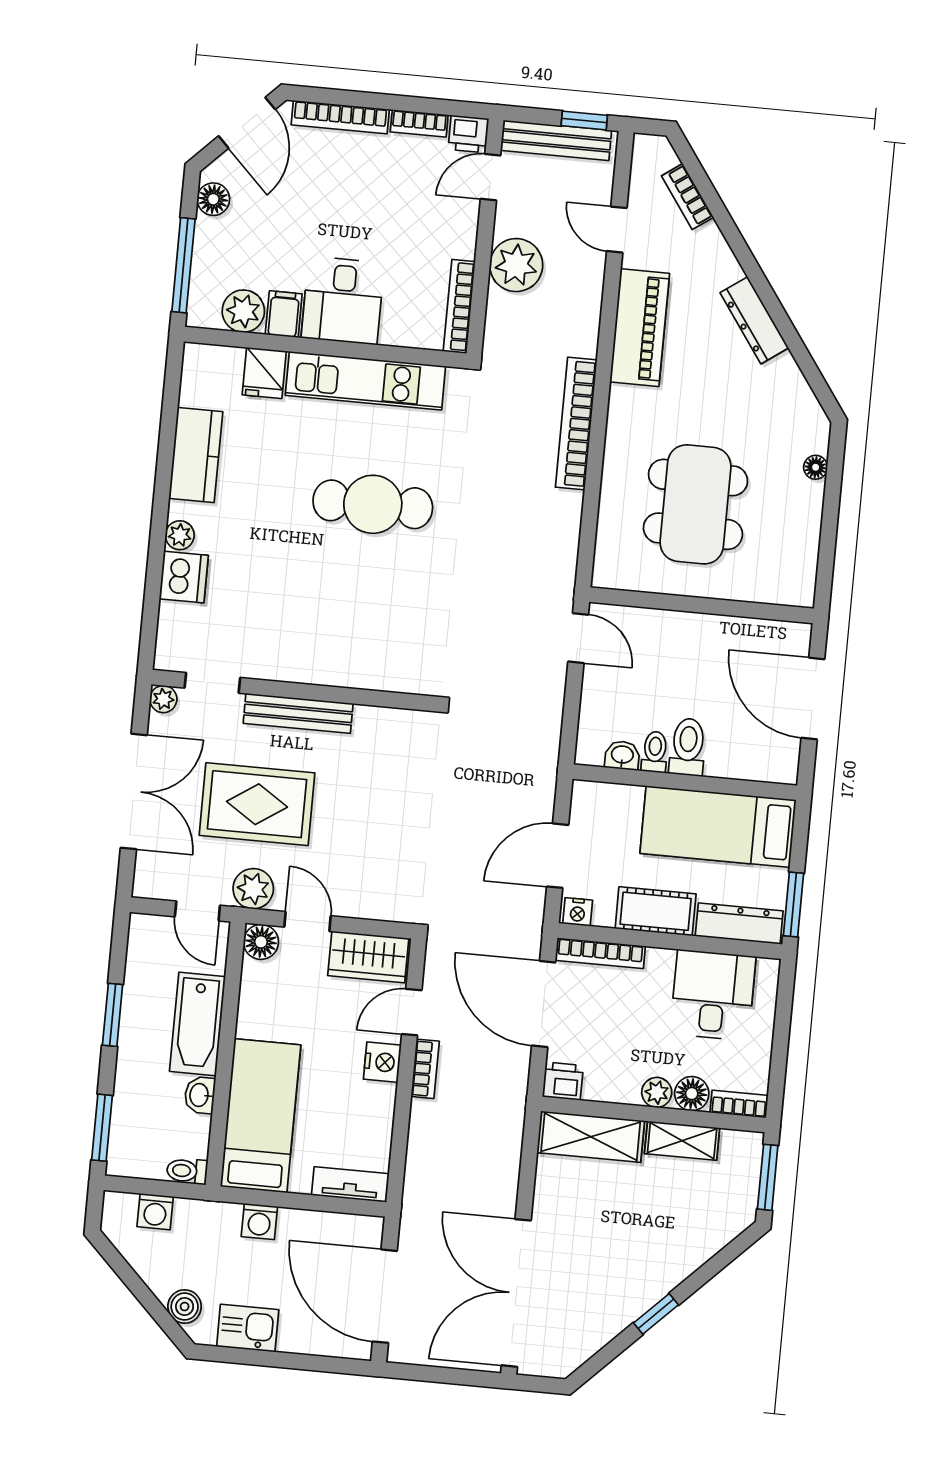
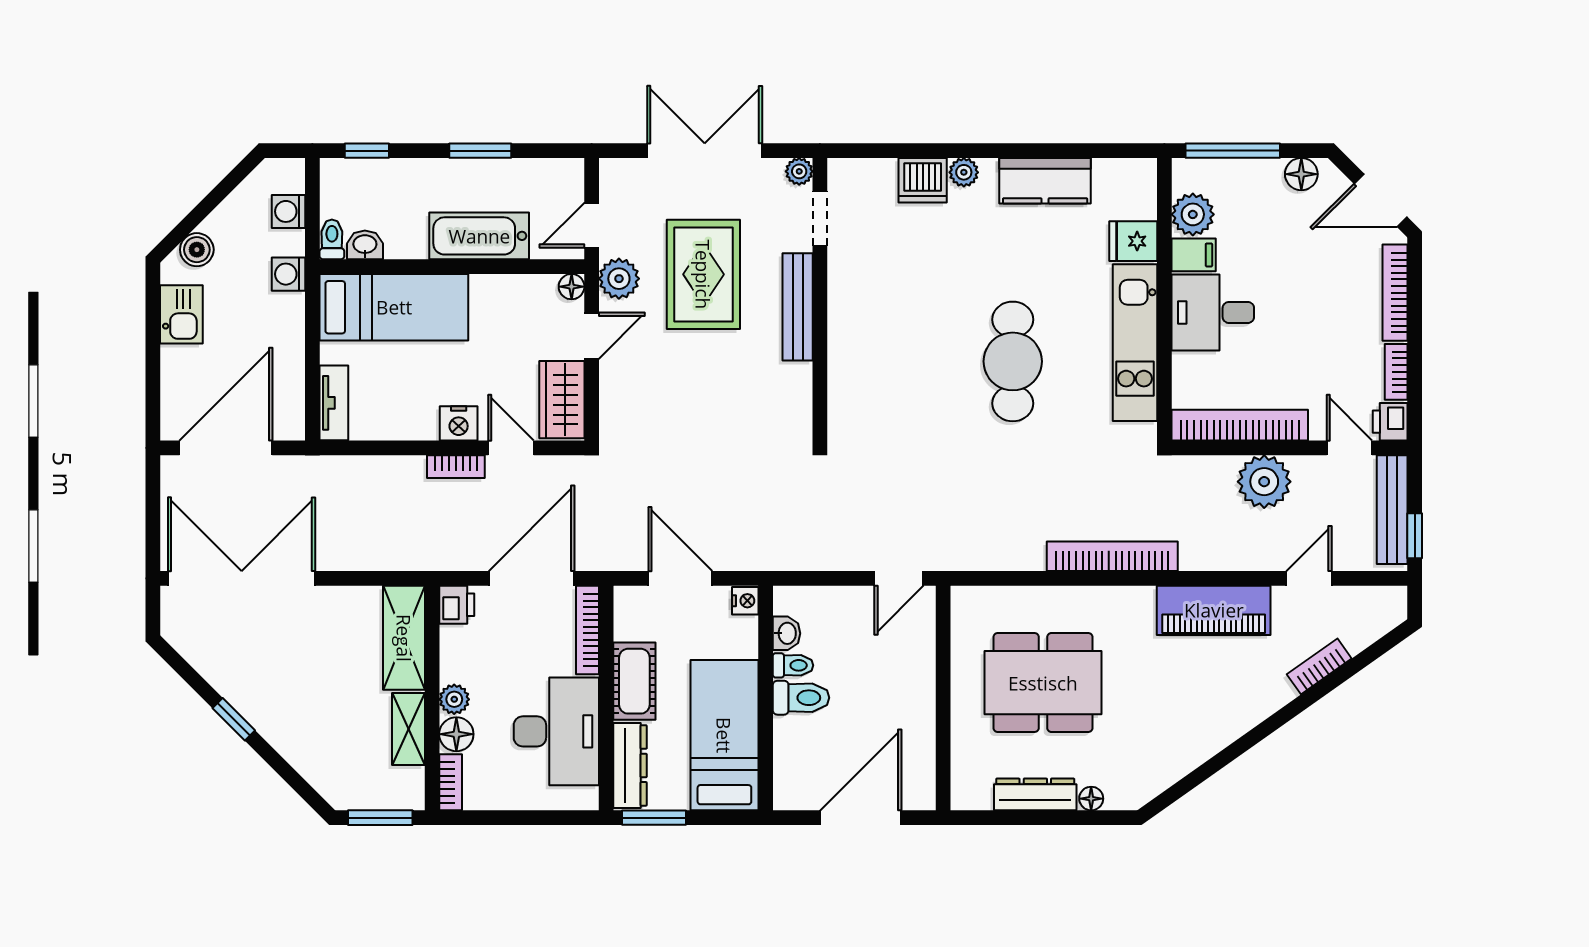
bookcase: (688, 197) -> (1319, 666), moved
bookcase: (459, 306) -> (1240, 425), width x1.48, depth x1.31
dresser: (754, 320) -> (1035, 794), moved, turned 35
double door: (134, 791) -> (705, 151), swing flipped
nightstand: (578, 912) -> (745, 601), moved, turned 180
floor lamp: (261, 942) -> (572, 287), width x0.73, depth x0.73
desk: (713, 995) -> (556, 731), width x1.37
washbasin: (200, 1095) -> (365, 245), moved
window: (102, 1128) -> (367, 151), width x0.67
washing machine: (259, 1221) -> (288, 274), moved

